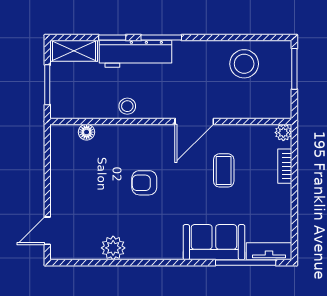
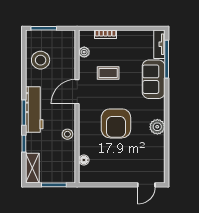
workbench: (135, 54) -> (34, 110), moved
door: (194, 121) -> (77, 92), swing flipped
plant: (283, 133) -> (84, 52), moved
armchair: (144, 183) -> (116, 123), width x1.88, depth x1.88
door: (47, 231) -> (146, 185), hinge flipped
plant: (113, 248) -> (157, 127), moved

